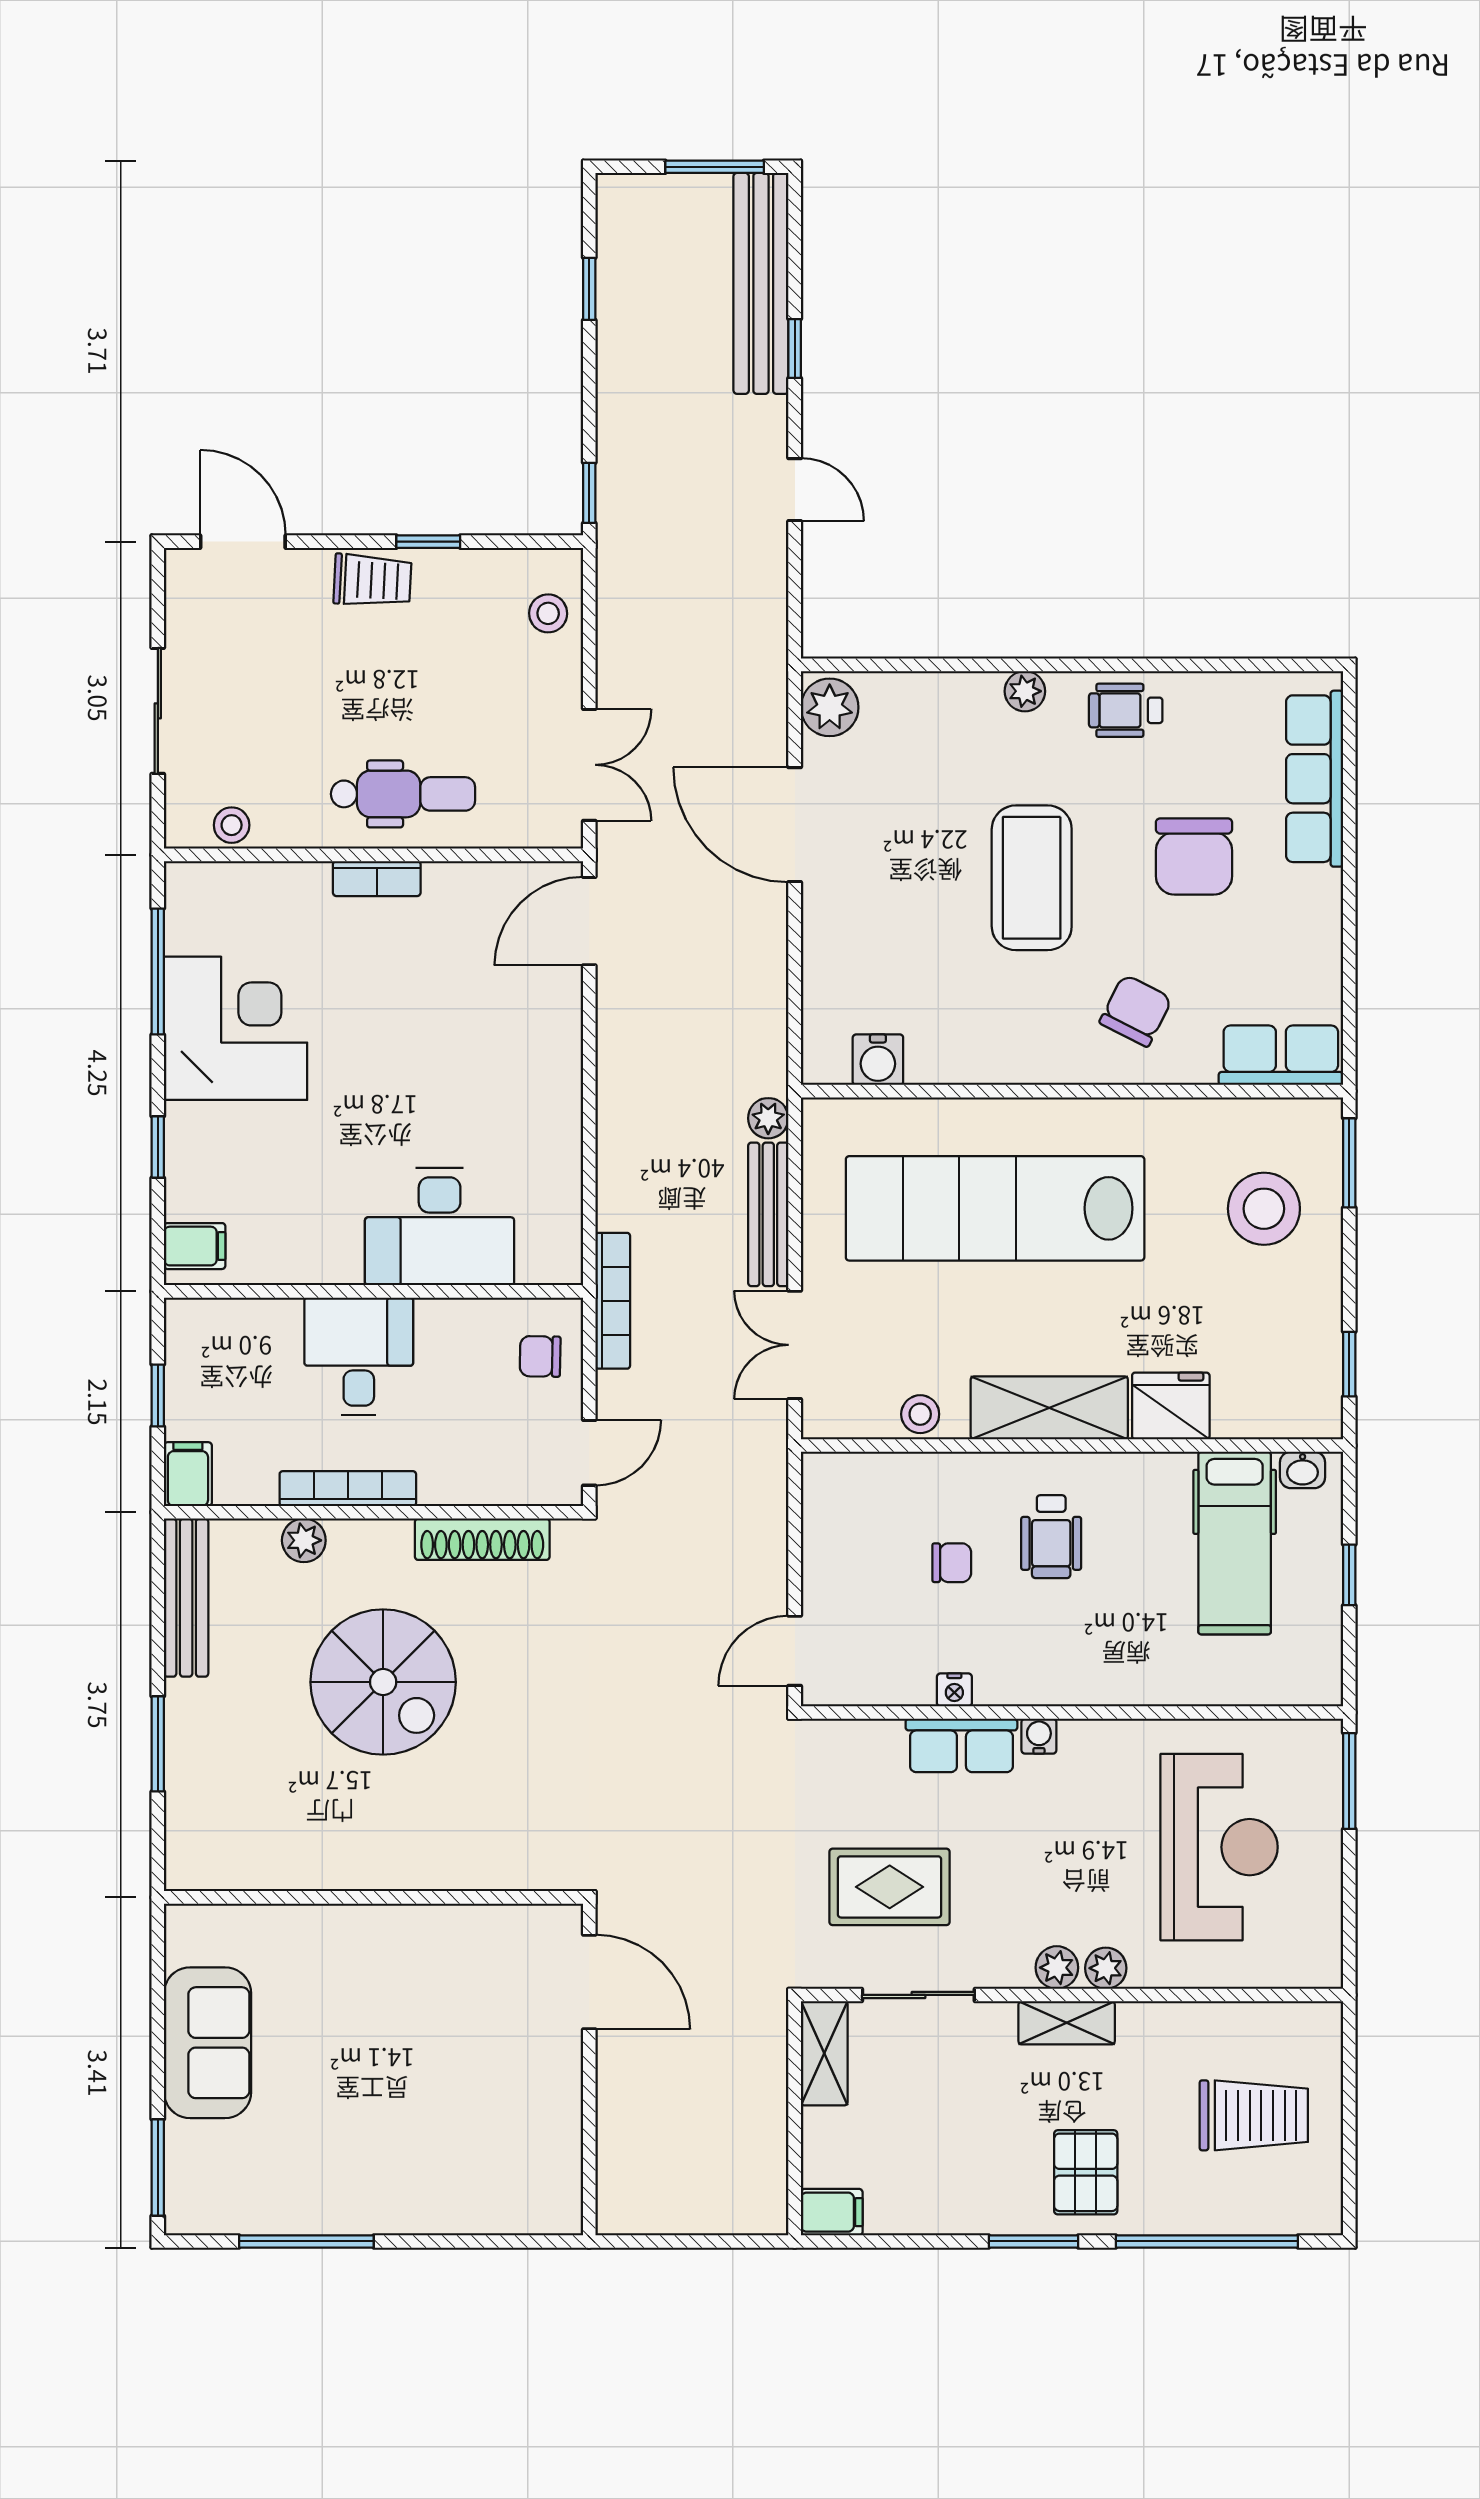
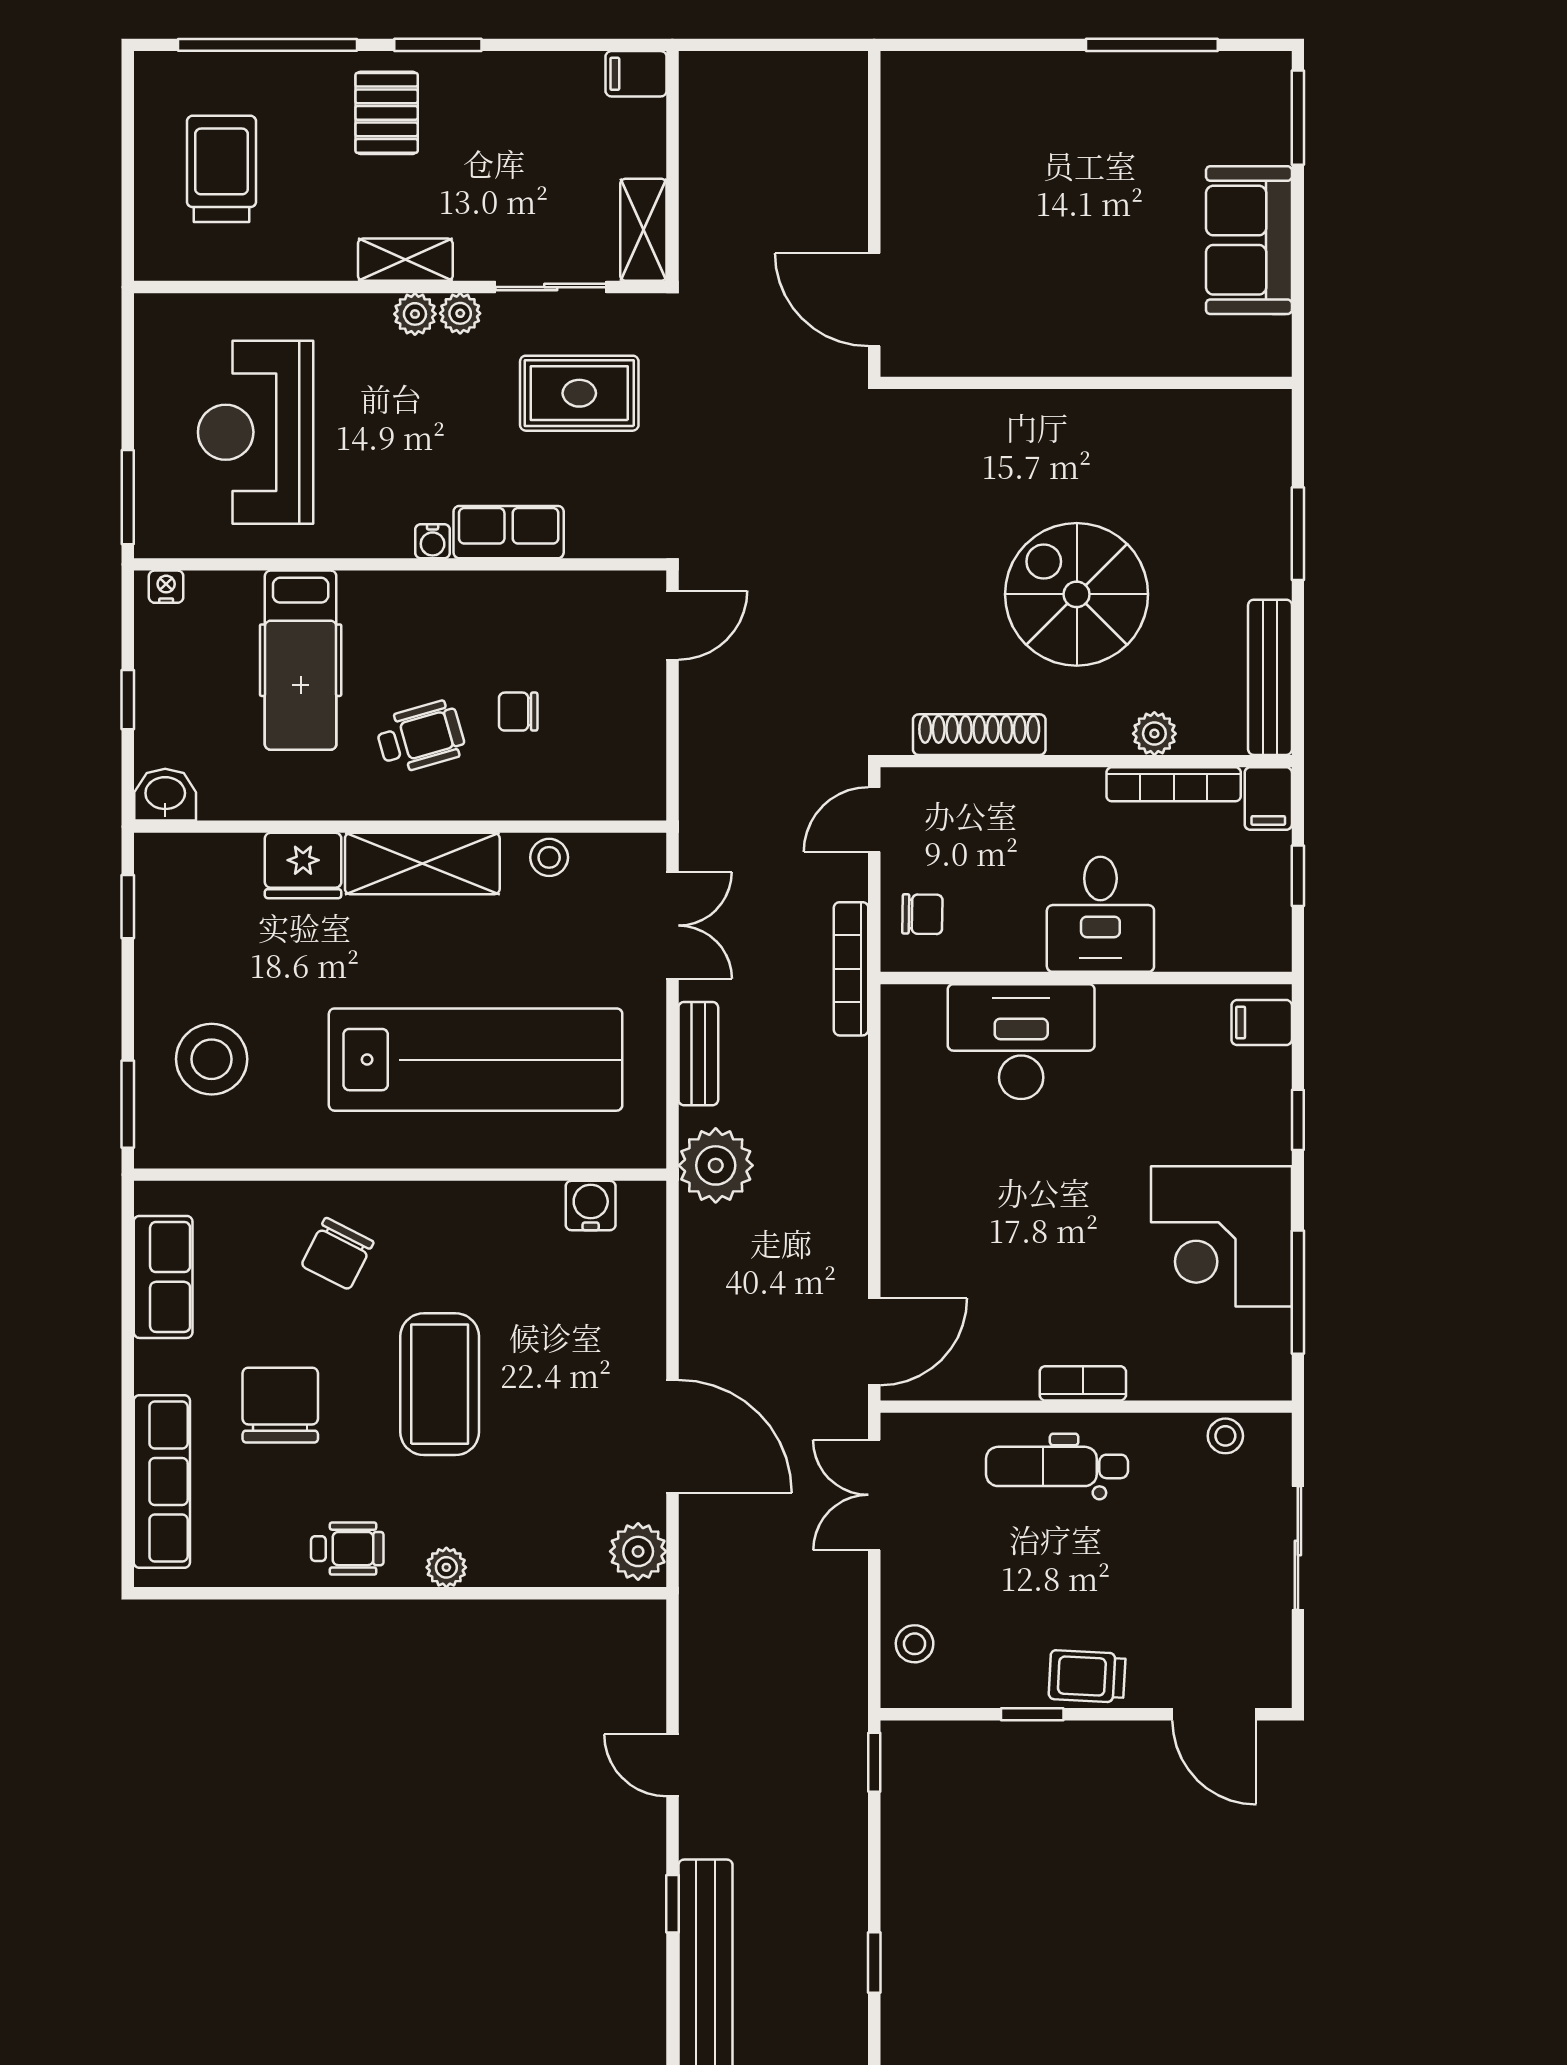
row of seats: (1281, 1055) -> (163, 1277), moved, turned -90
plant: (768, 1118) -> (716, 1165), width x1.88, depth x1.88
bench: (768, 1214) -> (698, 1054), width x0.73
washbasin: (1303, 1470) -> (165, 795), width x1.38, depth x1.45
bookcase: (348, 1489) -> (1174, 784), moved
wheelchair: (1051, 1537) -> (420, 737), turned 74
hospital bed: (1235, 1543) -> (301, 660), moved, turned 180
nightstand: (954, 1690) -> (166, 587), moved
plant: (1106, 1968) -> (460, 313), moved
trolley: (1254, 2115) -> (221, 169), turned 90

